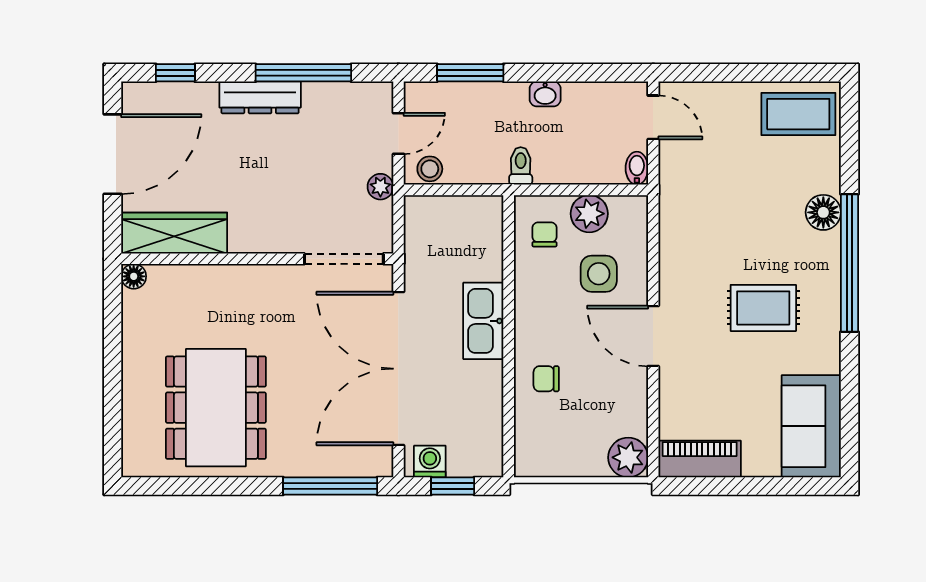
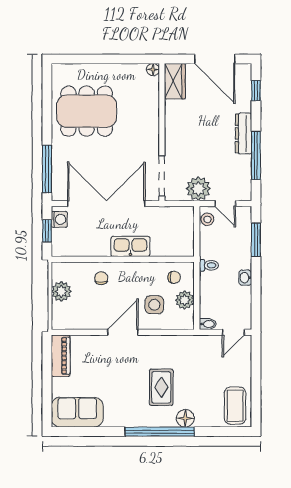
plant: (380, 187) -> (198, 189), width x1.87, depth x1.87
wardrobe: (174, 233) -> (175, 81), width x0.67
rug: (763, 308) -> (161, 387), moved
plant: (628, 457) -> (61, 291), moved

